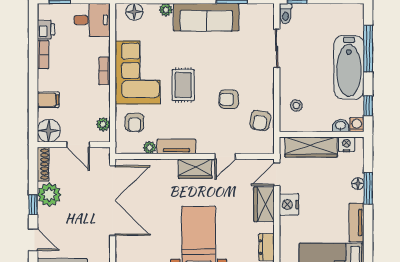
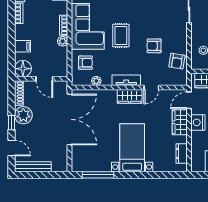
armchair: (135, 122) -> (85, 63), turned -90
plant: (103, 124) -> (63, 41), moved
tv unit: (176, 147) -> (126, 80), moved

